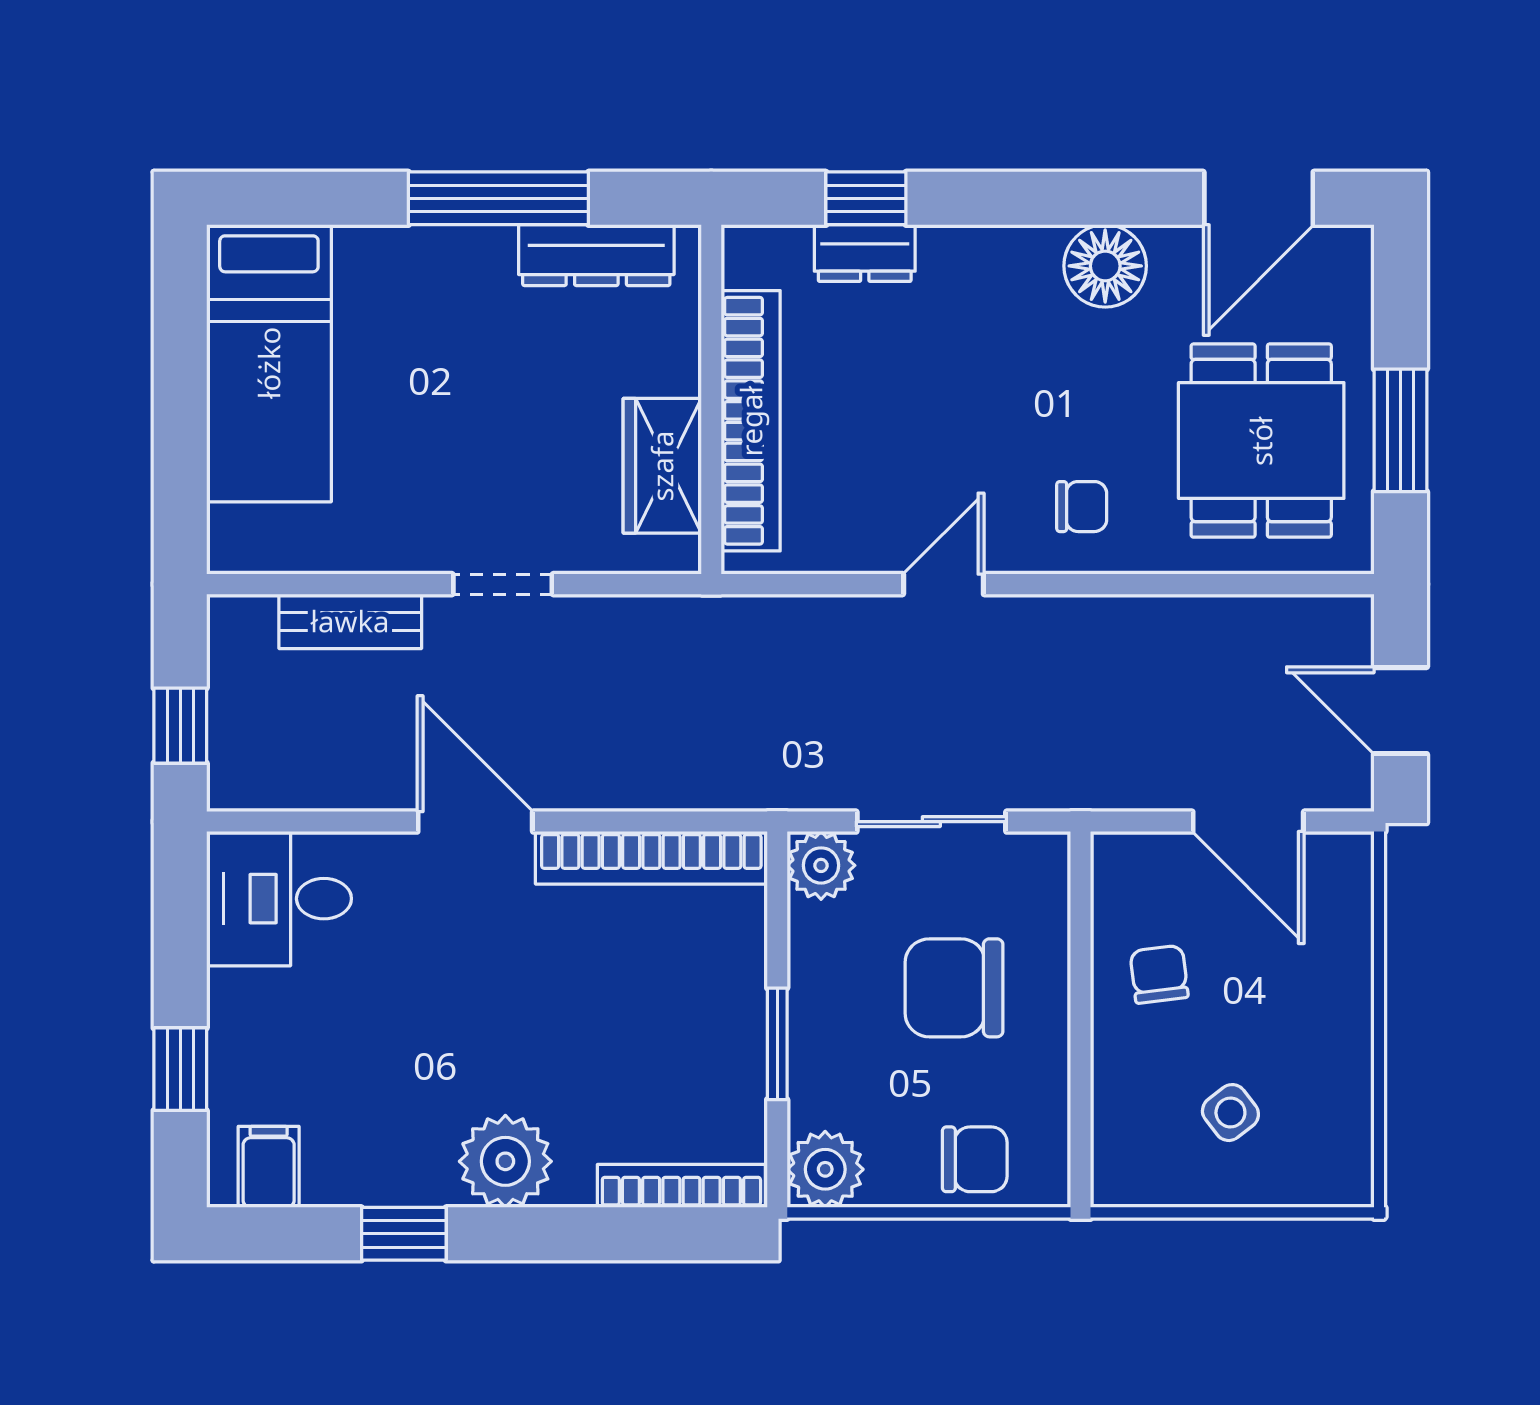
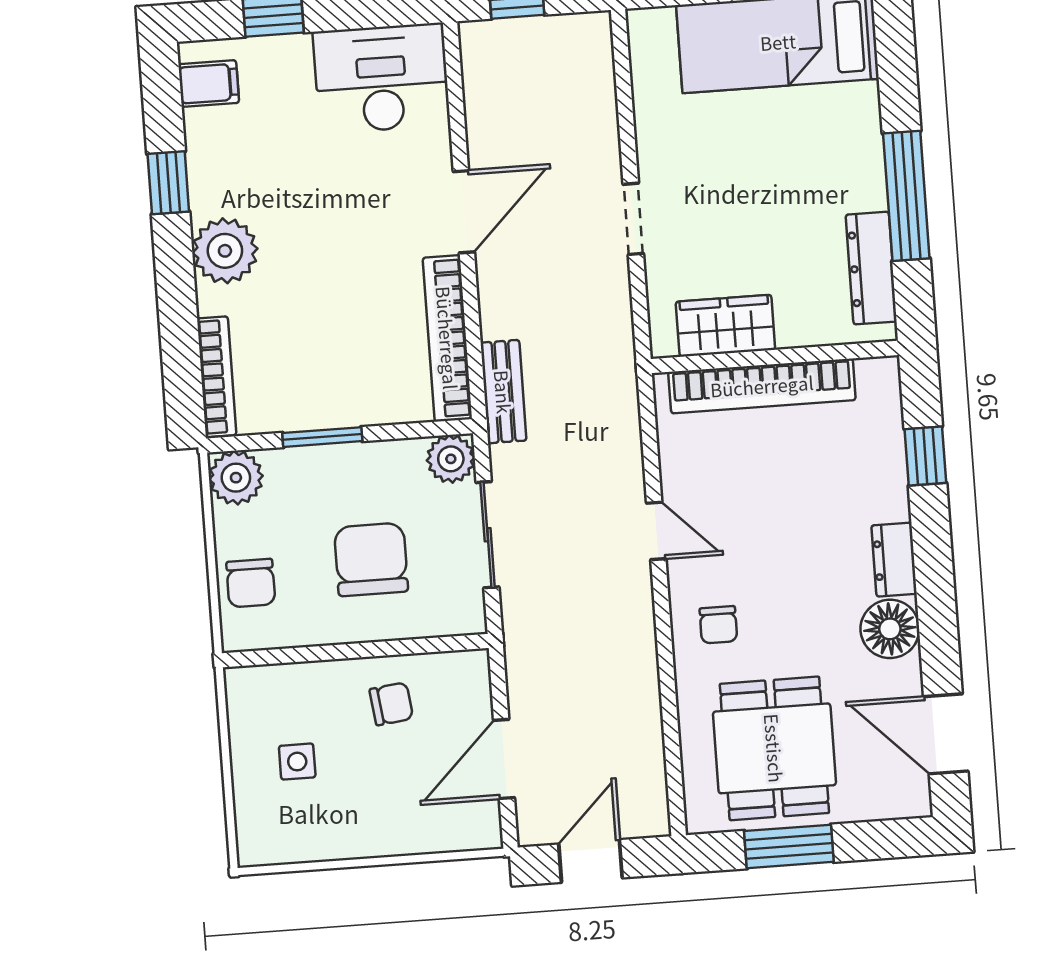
dresser: (865, 253) -> (894, 560), moved
dining table: (1261, 441) -> (774, 748), turned 90
bench: (350, 621) -> (503, 392), moved
desk: (279, 899) -> (381, 78), width x1.37
side table: (1230, 1113) -> (297, 762), turned 38

